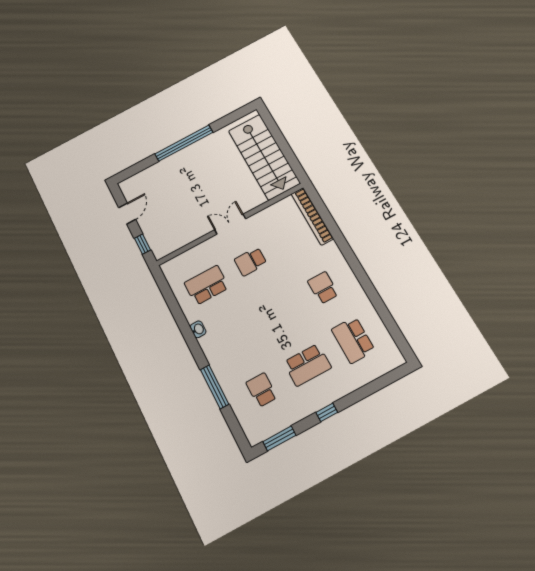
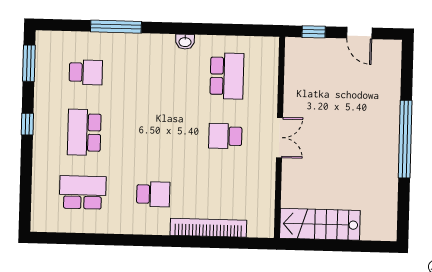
stairs: (264, 157) -> (320, 224), width x0.73, depth x0.66
bookcase: (312, 216) -> (208, 228), moved
school desk: (250, 262) -> (225, 136), turned -90

